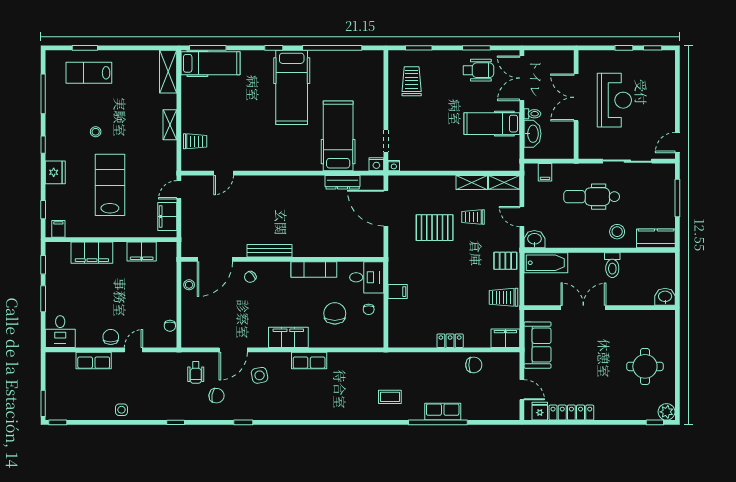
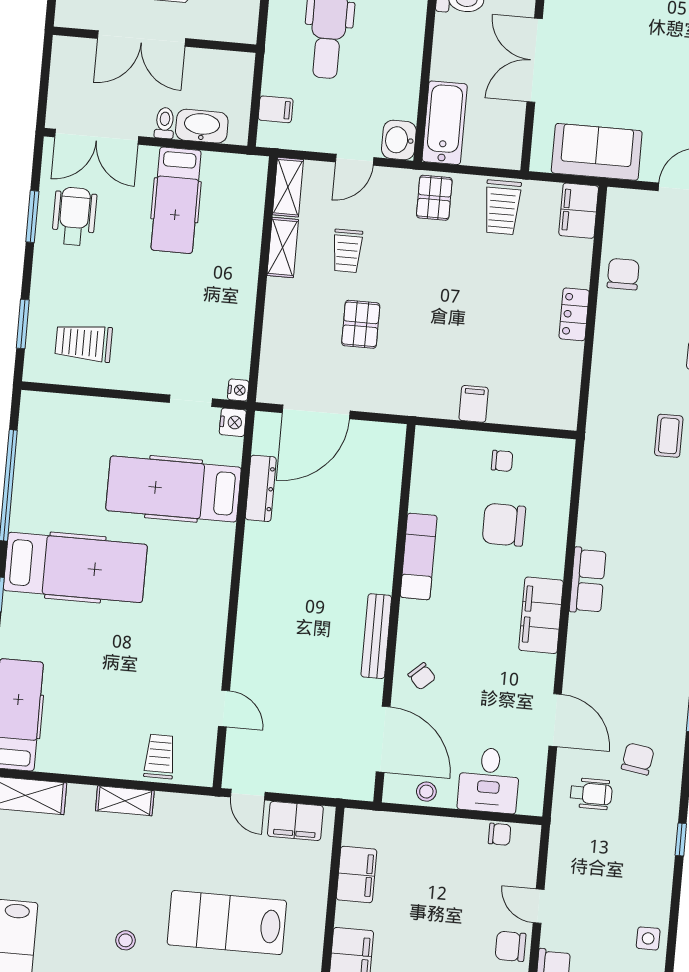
pallet: (435, 228) -> (361, 324), width x0.67, depth x0.71
desk: (367, 277) -> (489, 780), moved, turned 180
side table: (260, 375) -> (607, 675), removed

